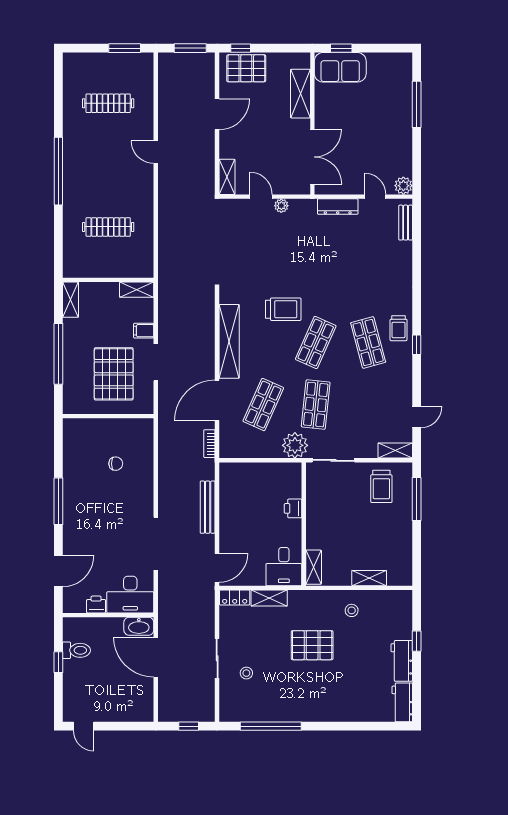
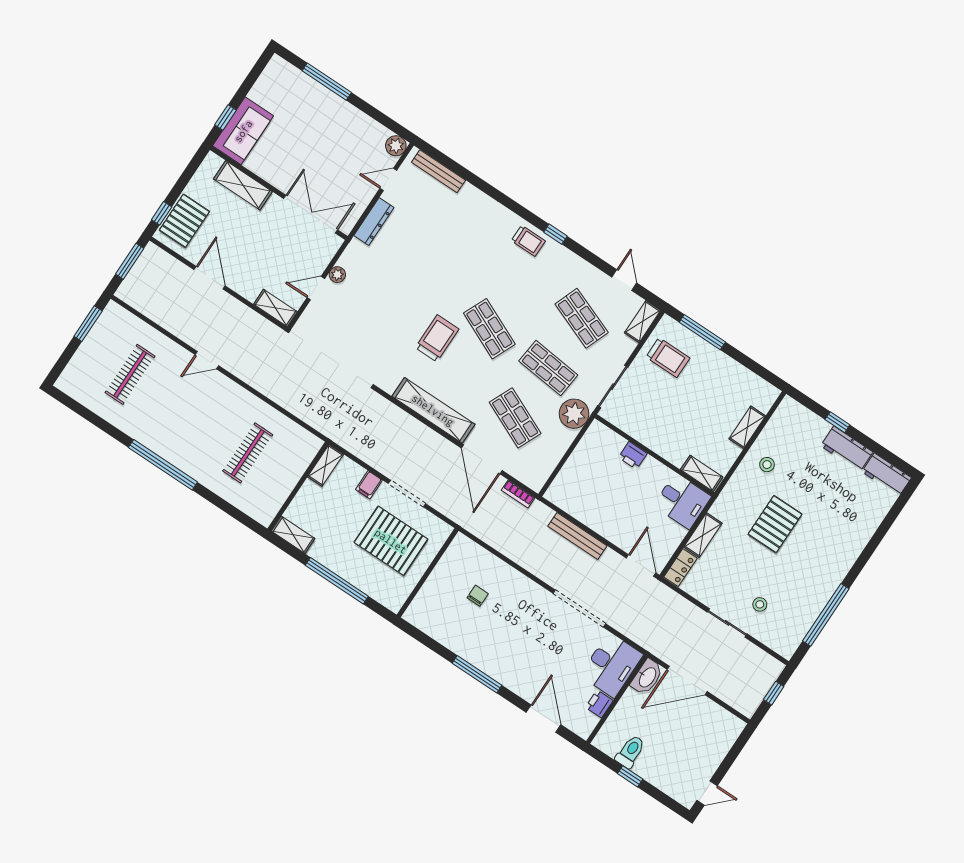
bench: (406, 223) -> (438, 171), width x1.36
shop shelf: (368, 343) -> (582, 318), moved, turned 36

